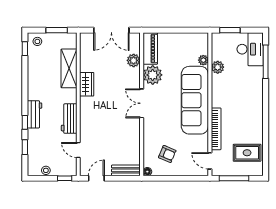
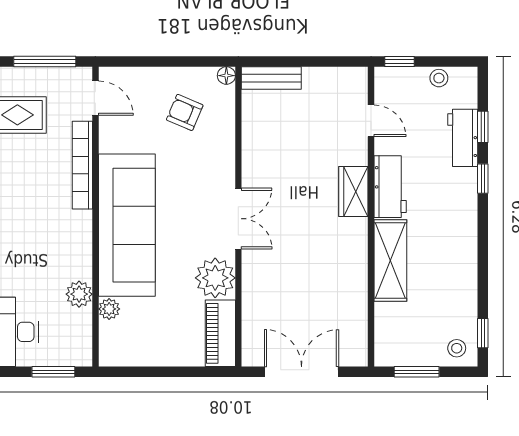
plant: (134, 60) -> (255, 308), removed
shelving: (69, 68) -> (390, 261), moved
wardrobe: (87, 84) -> (353, 191), moved
workbench: (34, 114) -> (463, 138), moved
door: (96, 178) -> (333, 61), removed

